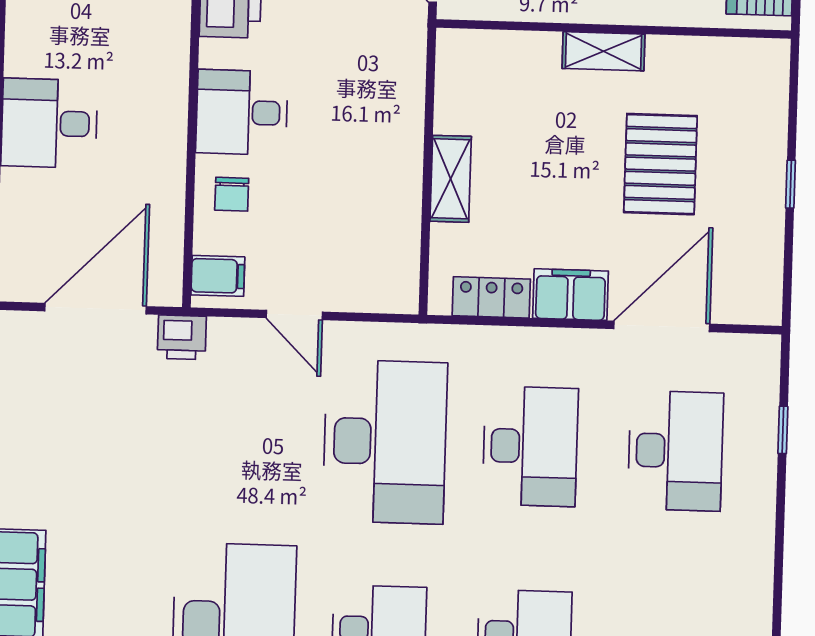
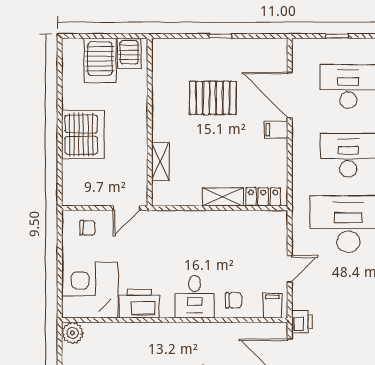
shelving: (604, 51) -> (160, 162), moved
filing cabinet: (571, 295) -> (276, 130), width x0.50
locker: (491, 297) -> (263, 197), moved, turned 90

